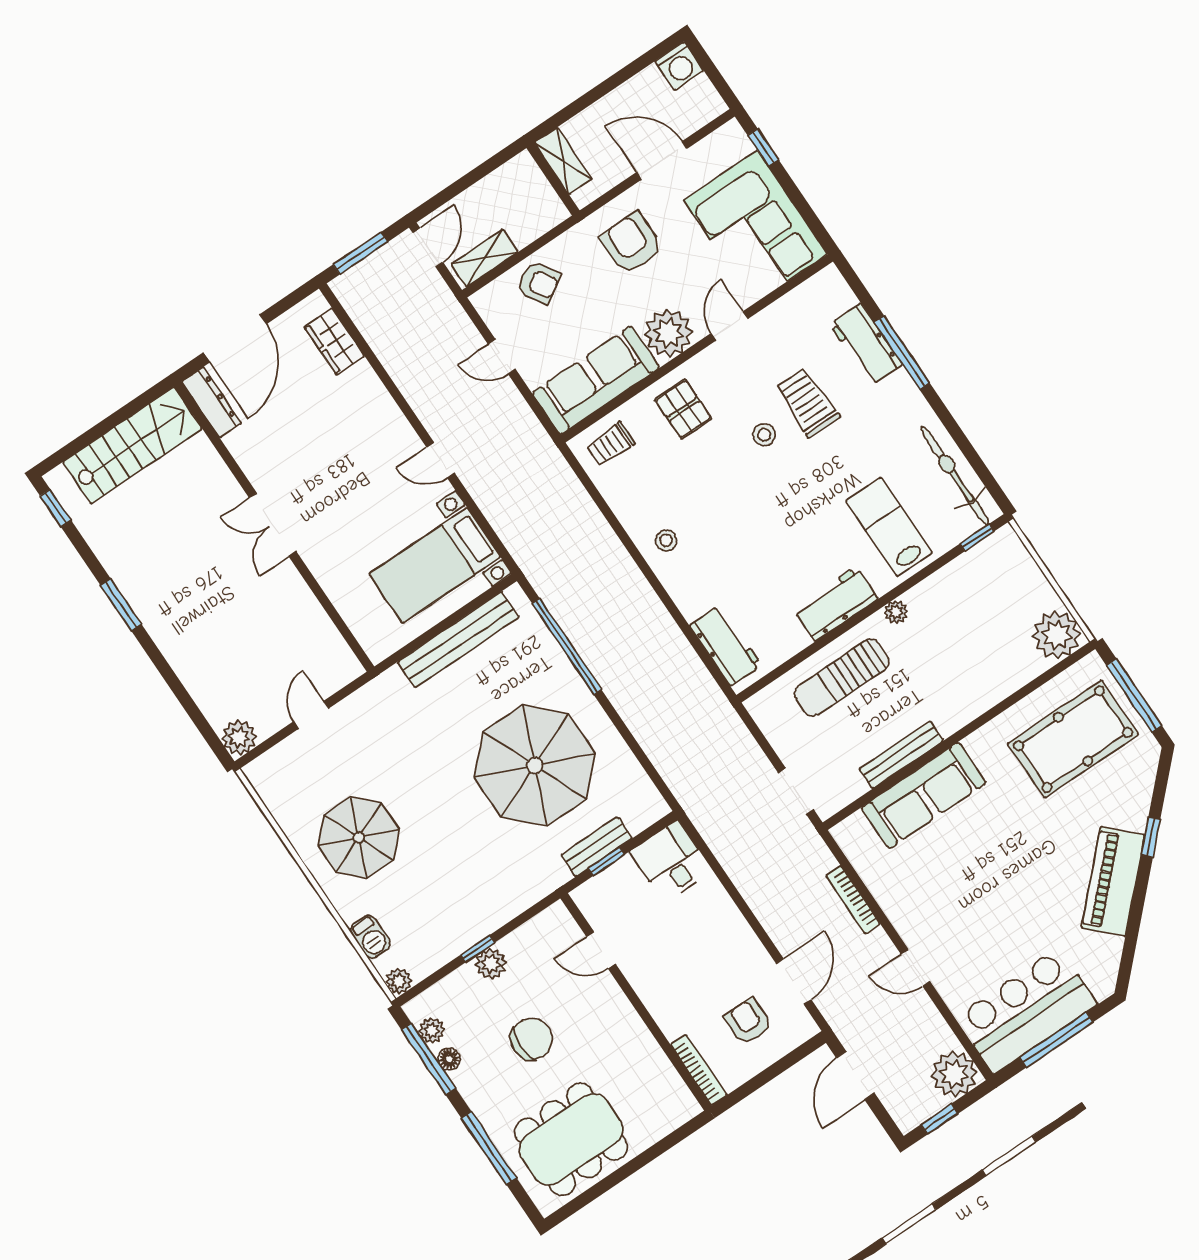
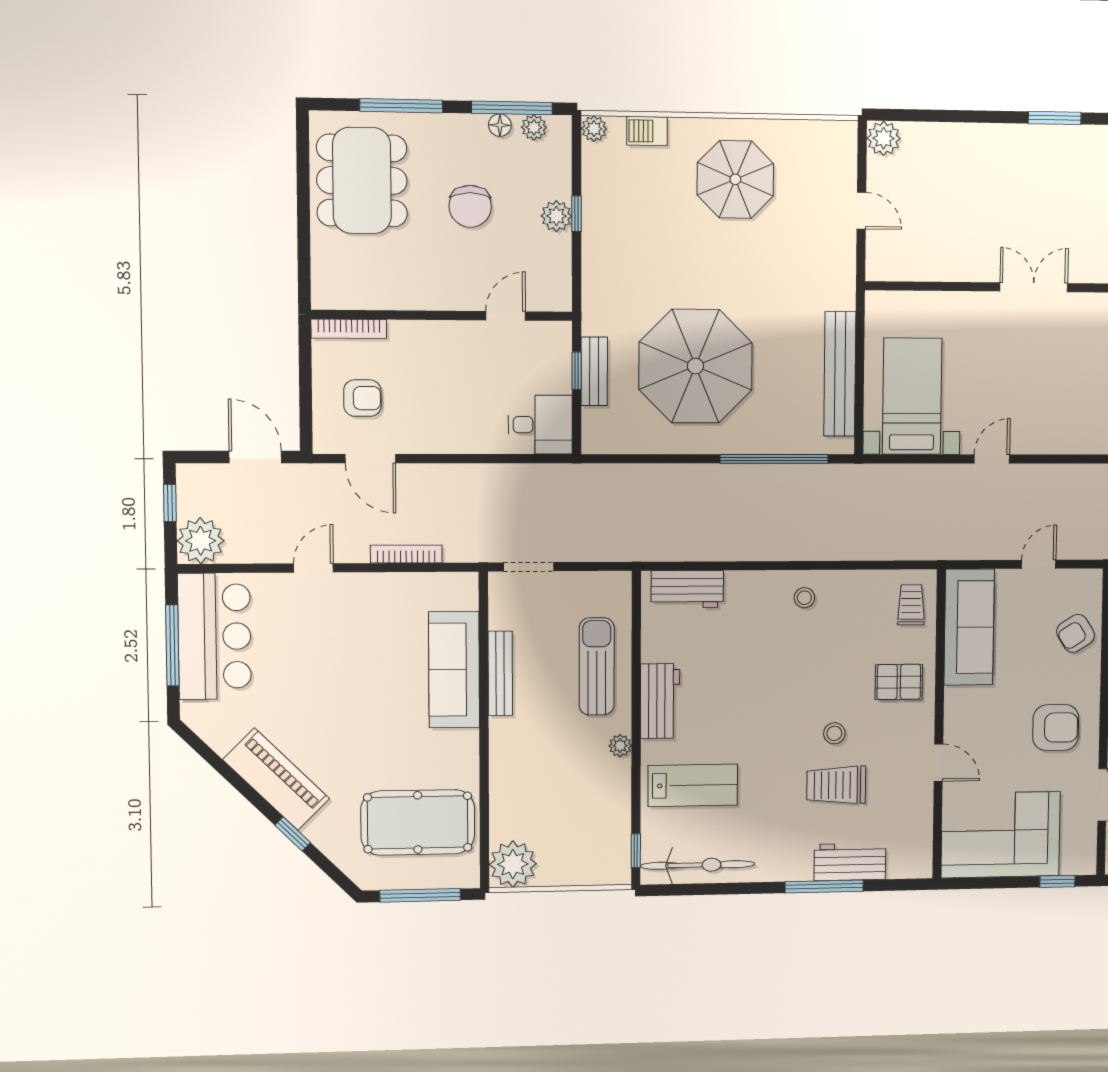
plant: (668, 333) -> (966, 710), removed
trolley: (808, 402) -> (836, 785), turned 180
pool table: (1073, 739) -> (418, 822), turned 90

